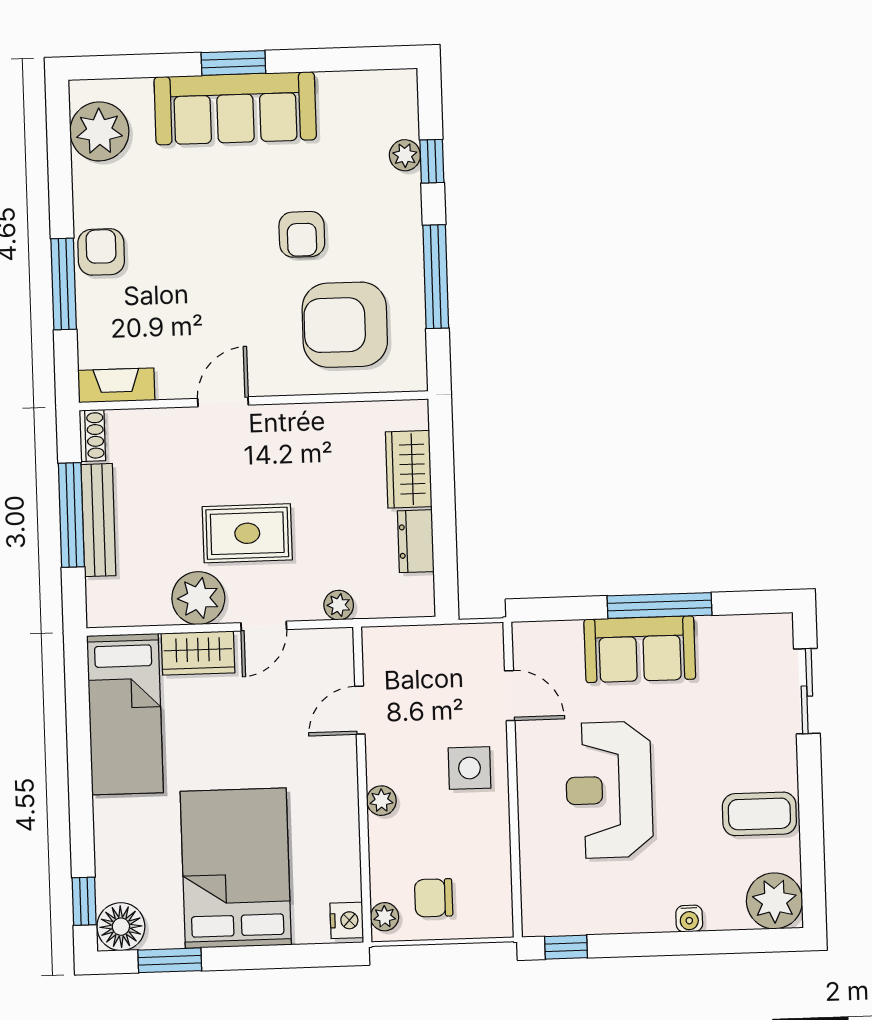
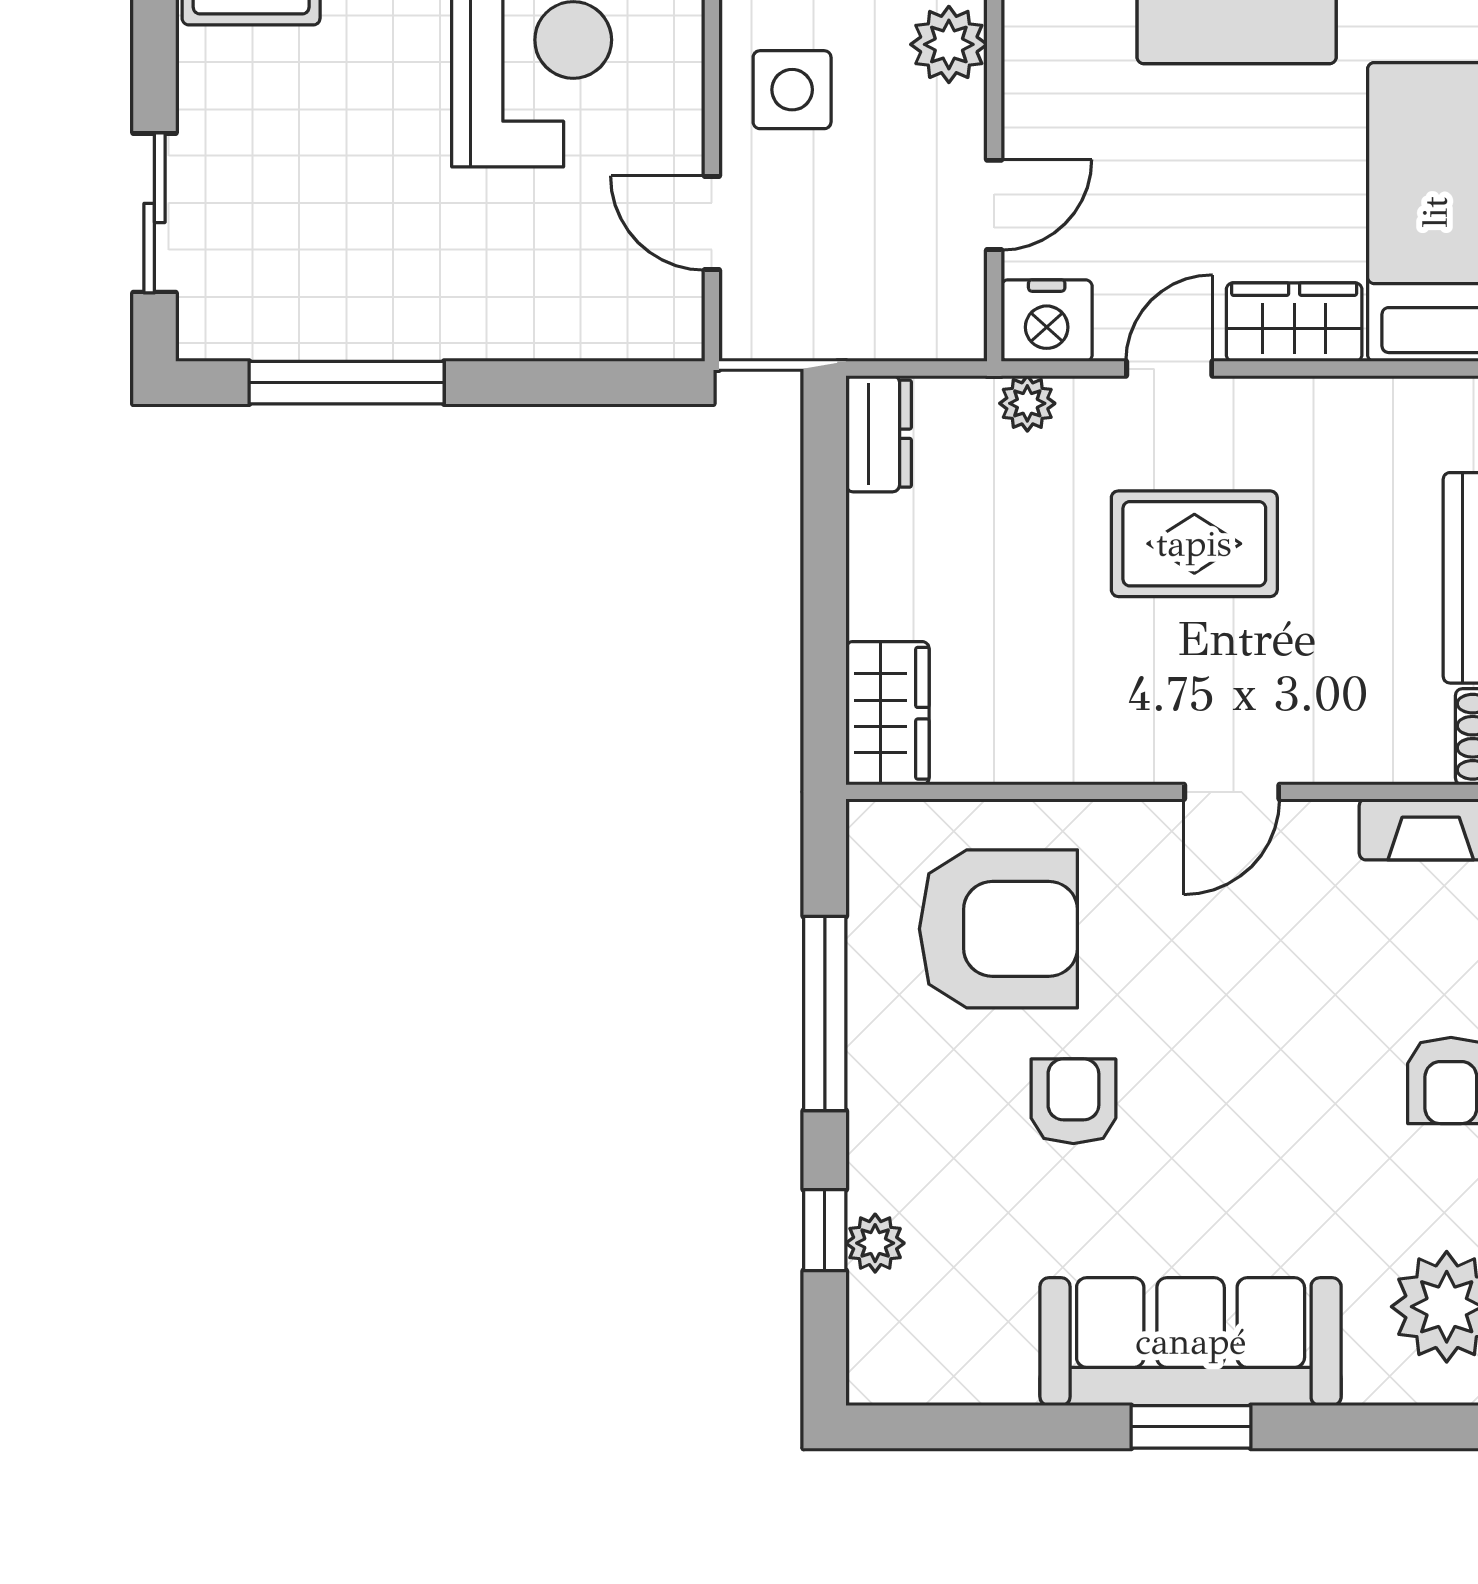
wardrobe: (409, 469) -> (887, 713), moved
dresser: (416, 541) -> (879, 434), moved
plant: (198, 598) -> (1290, 425), removed
window: (659, 606) -> (347, 383), moved
nightstand: (330, 649) -> (1047, 321), added
sofa: (640, 649) -> (465, 302), removed
plant: (381, 801) -> (949, 44), width x1.38, depth x1.38

